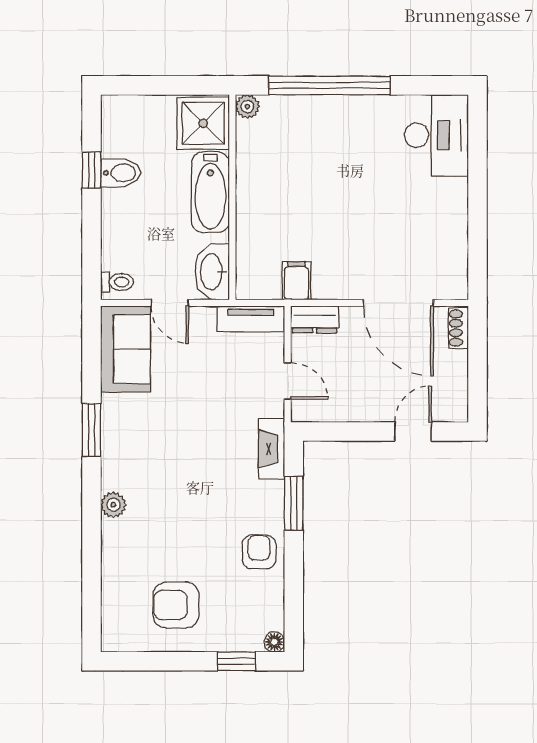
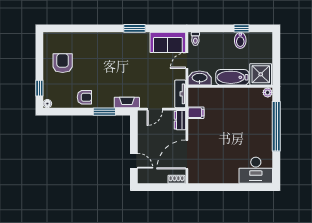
plant: (113, 505) -> (104, 37), removed

